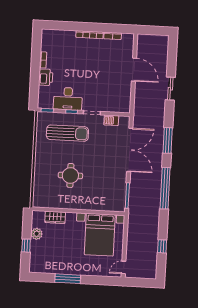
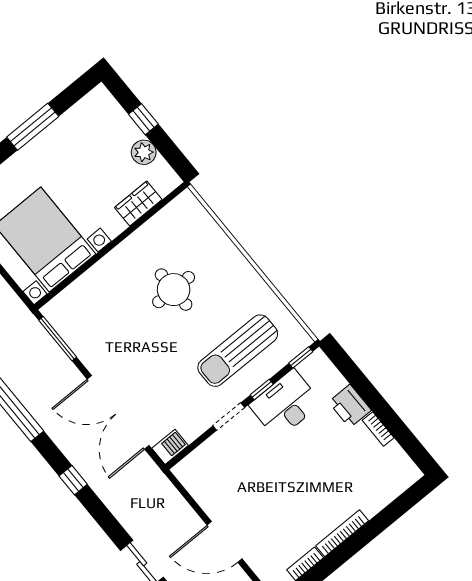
barbecue: (111, 120) -> (170, 447), moved
window: (168, 140) -> (73, 480), width x0.46

